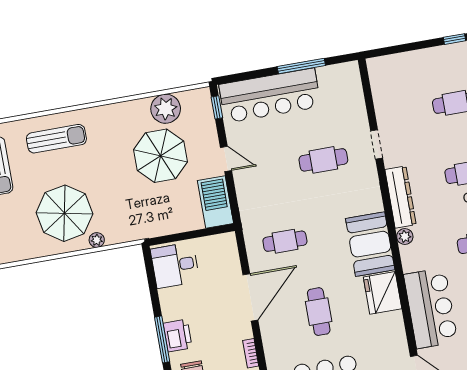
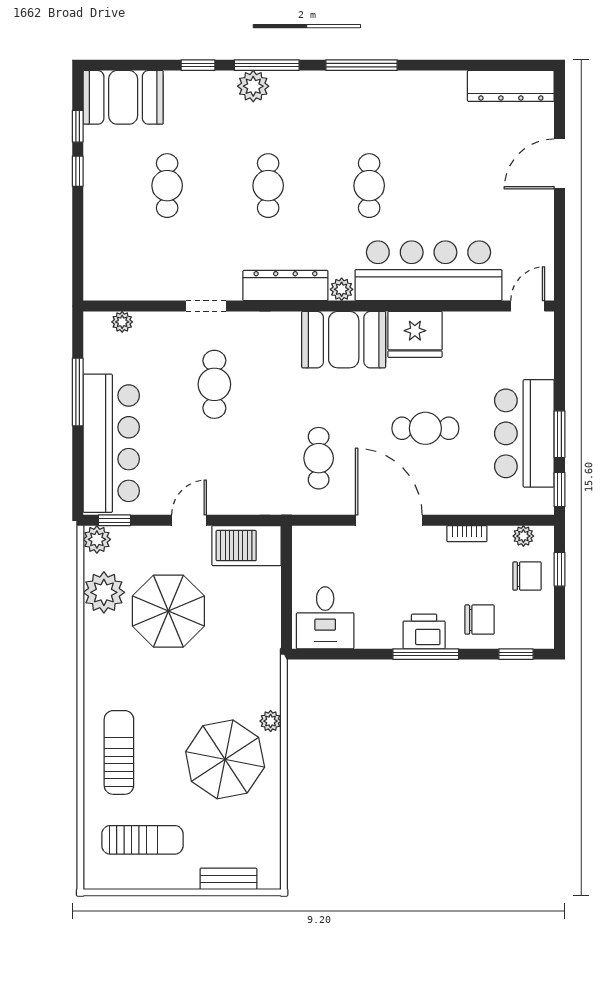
plant: (355, 88) -> (122, 322), added
plant: (201, 97) -> (97, 539), added
bar counter: (431, 308) -> (429, 271), width x1.36

